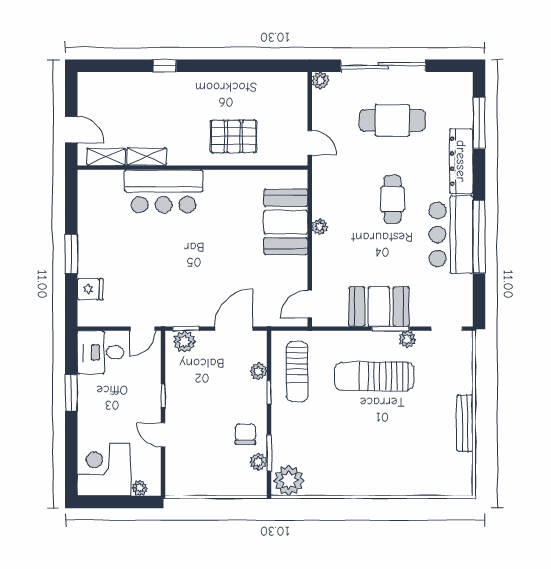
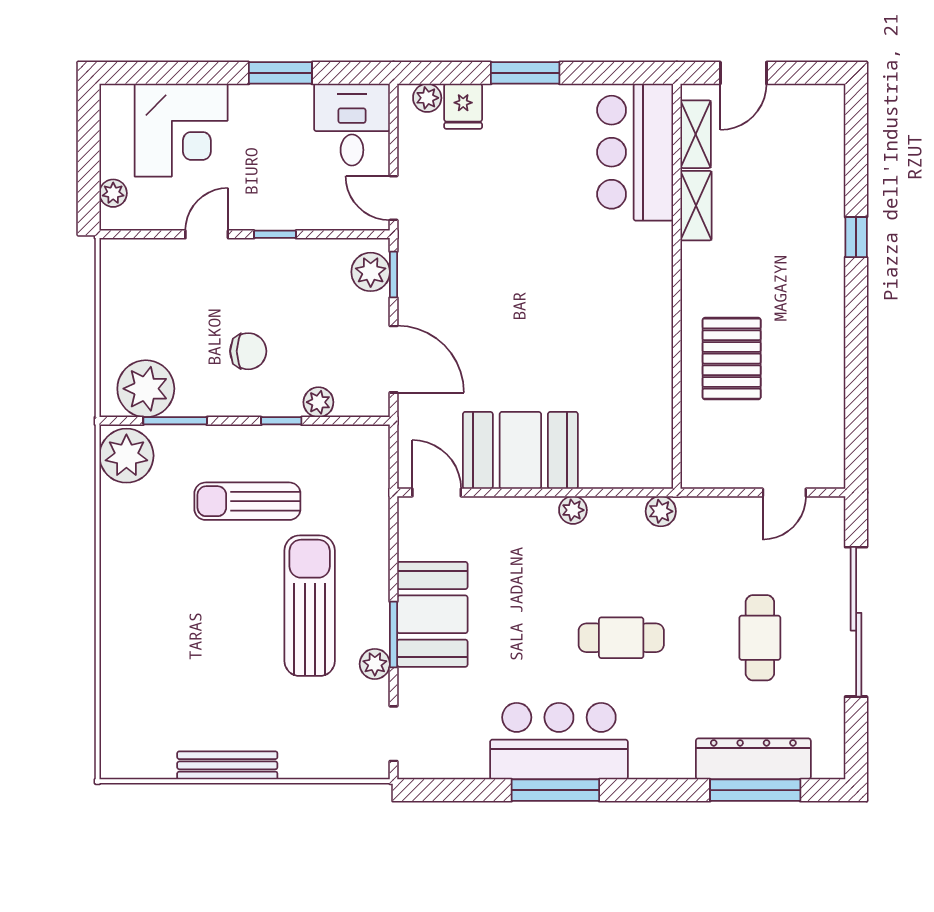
plant: (320, 80) -> (661, 511), moved
cafe table: (392, 120) -> (760, 638), width x0.73, depth x0.74
door: (310, 143) -> (784, 493), moved
dresser: (461, 161) -> (753, 759), moved
bar counter: (164, 191) -> (635, 152), moved
booth: (286, 222) -> (520, 450), moved
window: (479, 237) -> (555, 790), width x0.68
plant: (85, 310) -> (427, 98), added
sun lounger: (297, 372) -> (247, 501), moved
chair: (245, 434) -> (248, 351), moved
plant: (258, 462) -> (146, 389), width x1.88, depth x1.88
corner desk: (104, 469) -> (181, 130), moved, turned 90

